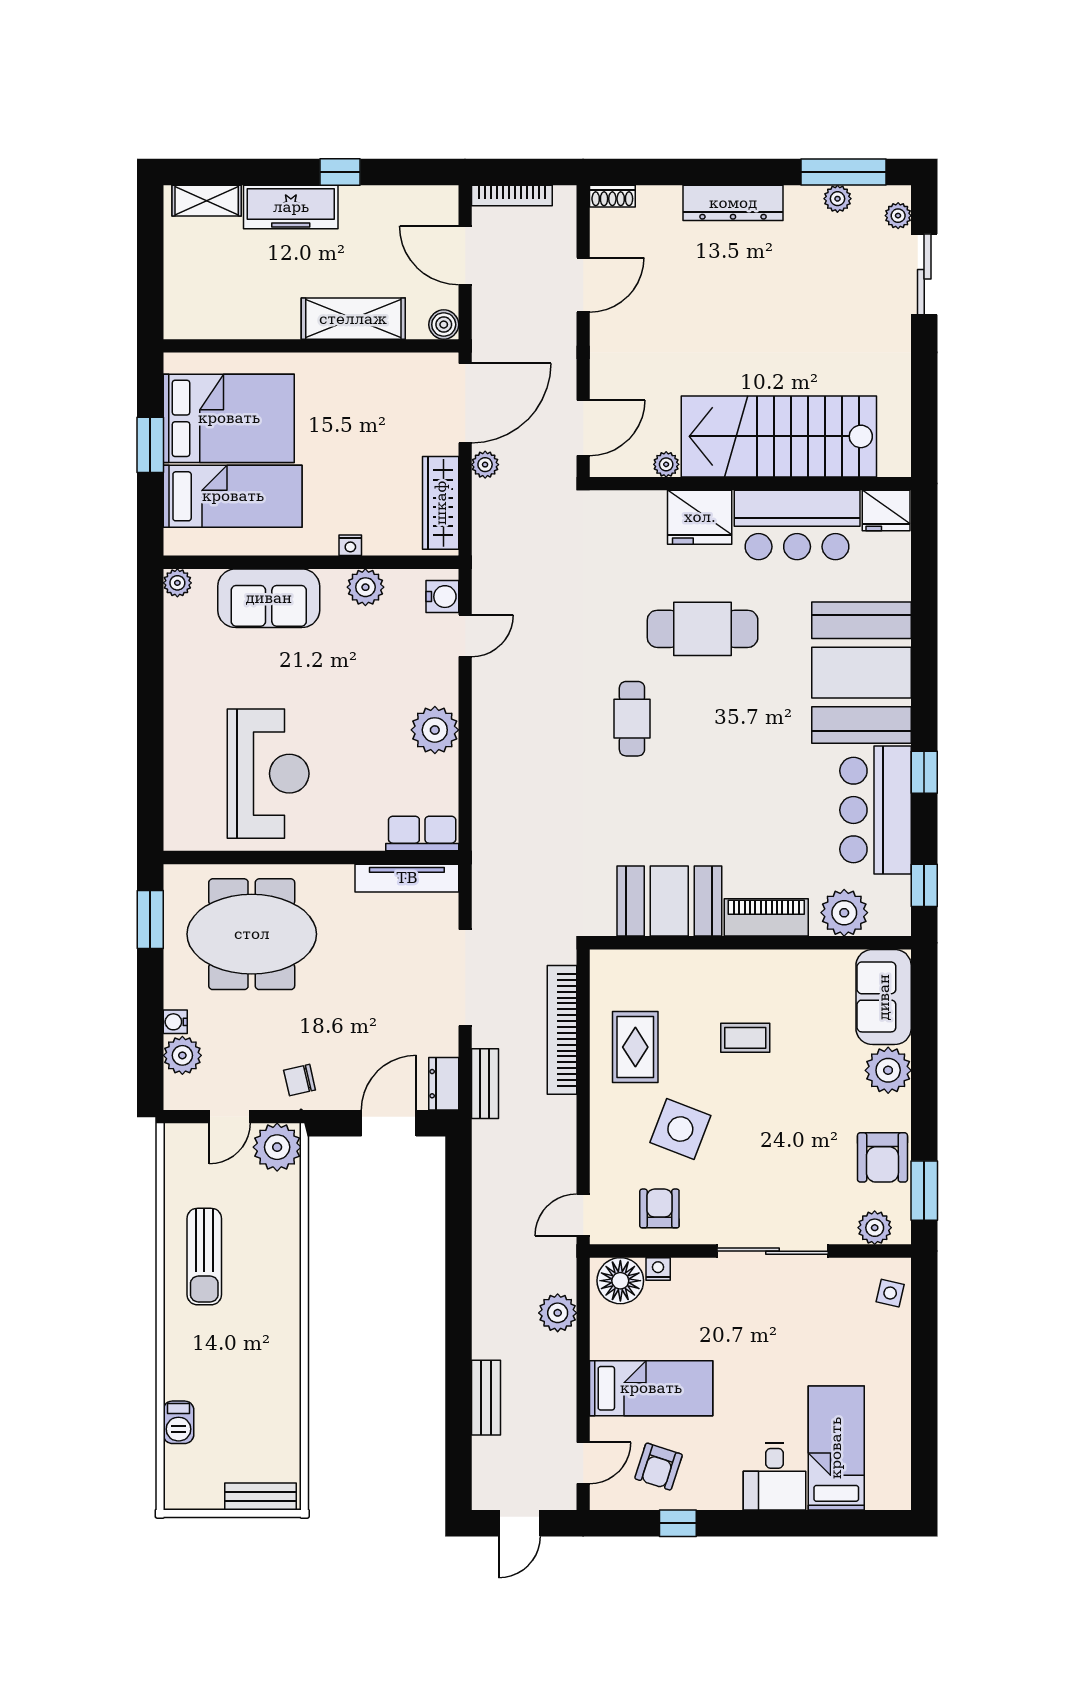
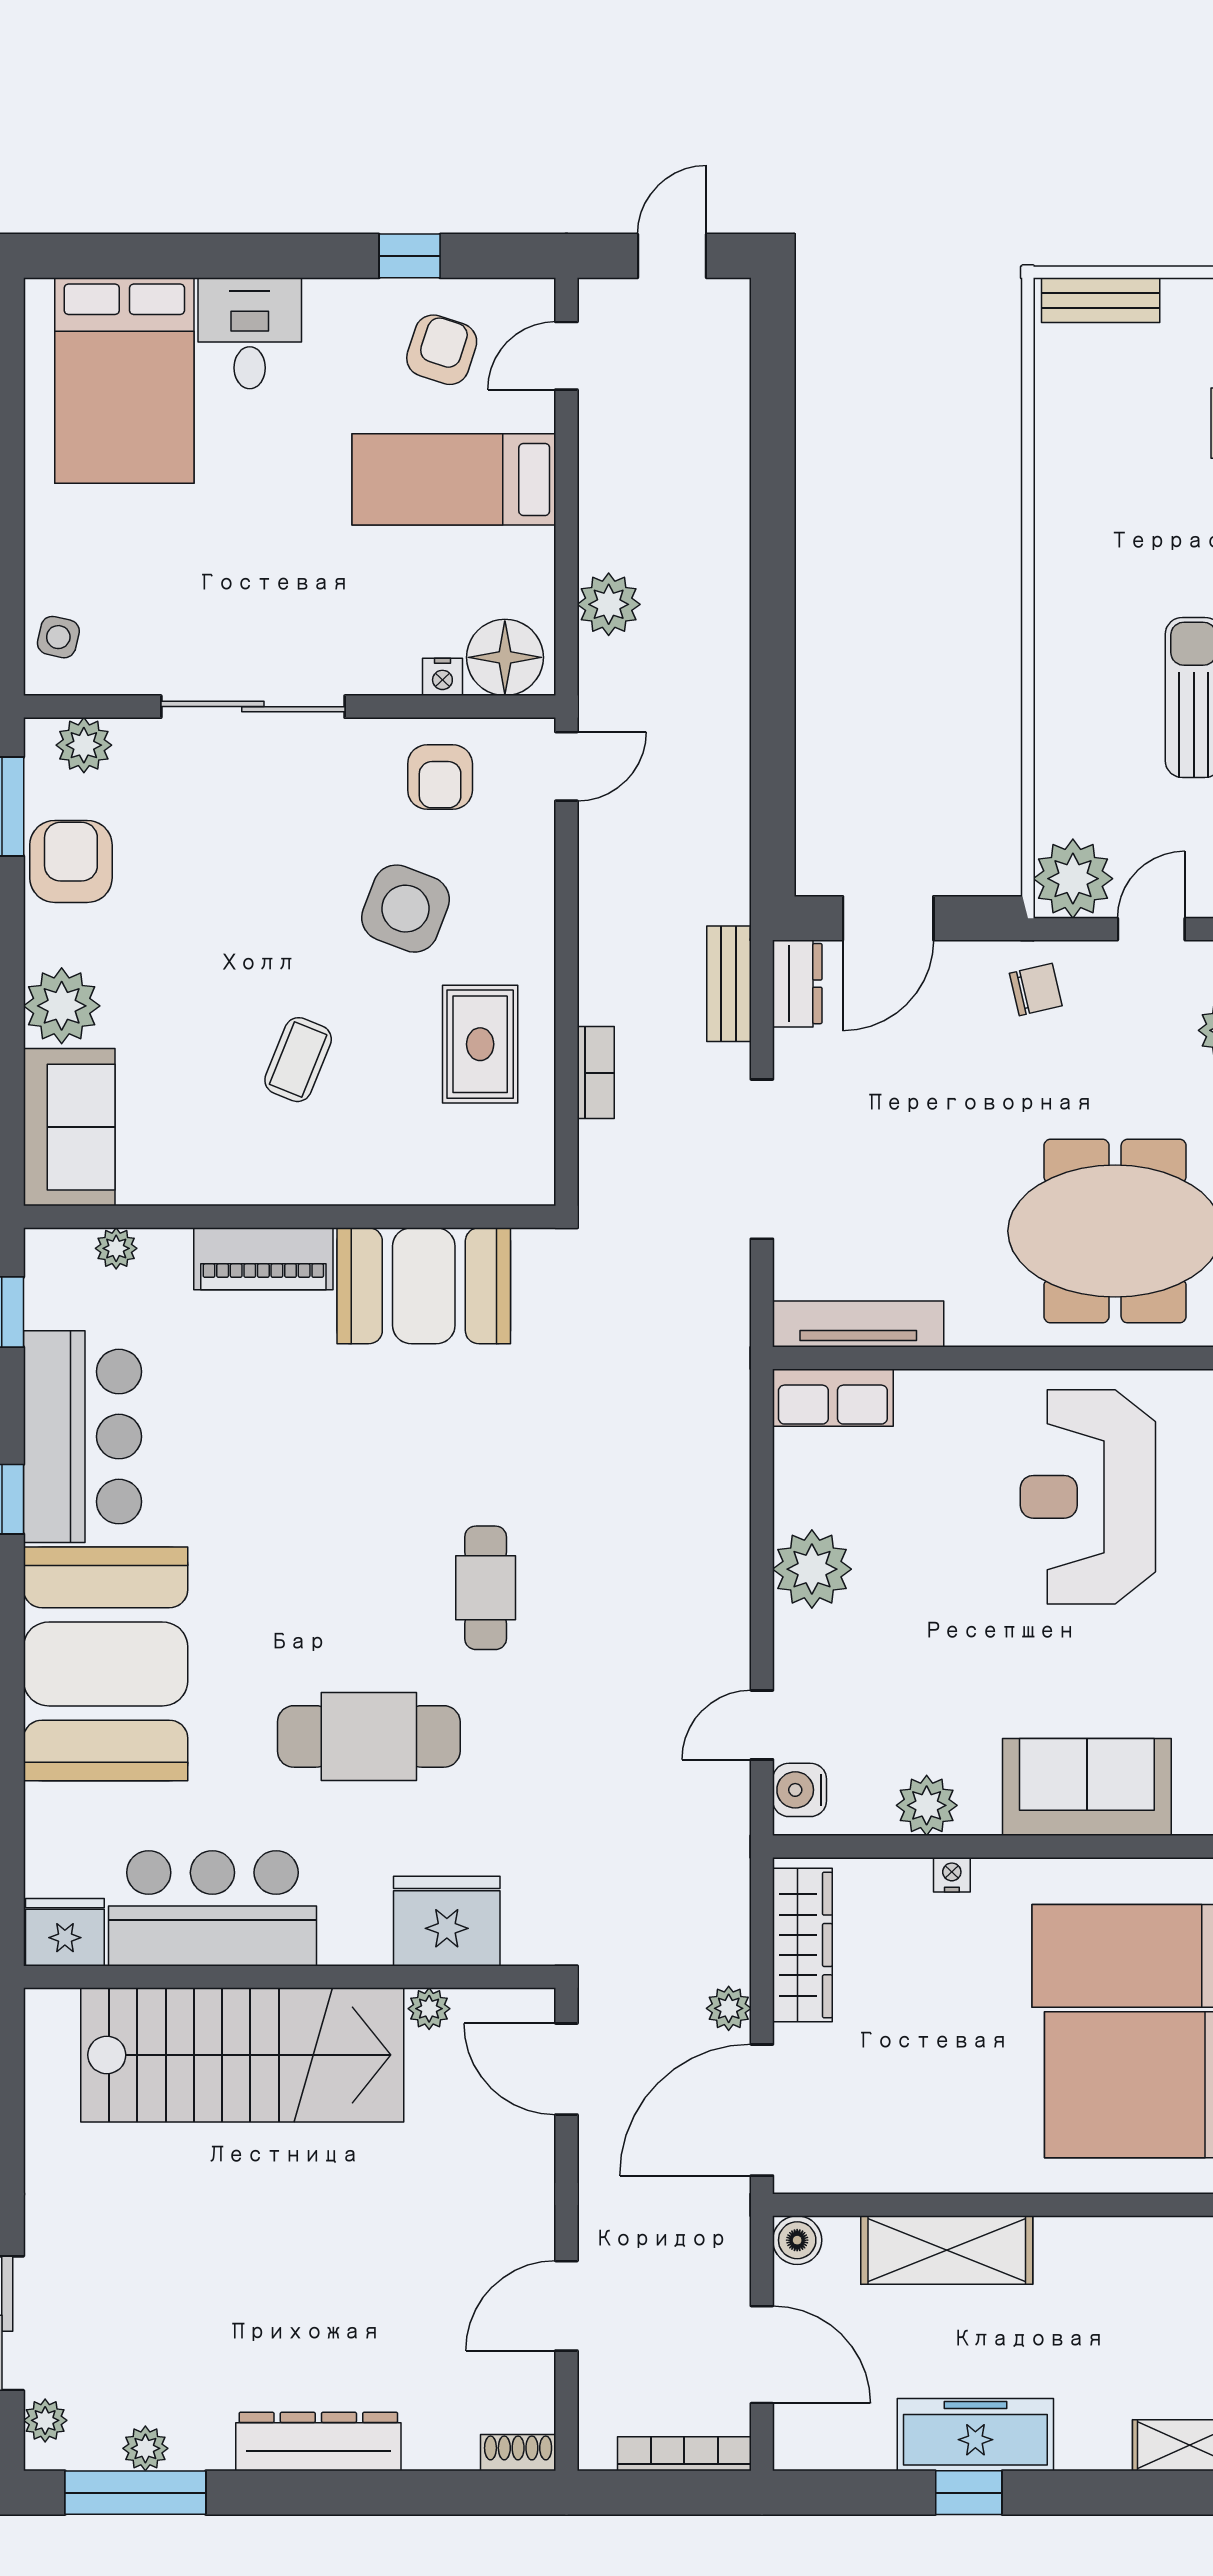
freezer: (291, 207) -> (975, 2435), moved
door: (583, 428) -> (566, 2069), hinge flipped
fridge: (700, 517) -> (447, 1921), moved
plant: (844, 913) -> (116, 1248), width x0.53, depth x0.53
bookcase: (562, 1030) -> (596, 1073), width x0.43, depth x0.76
coffee table: (745, 1038) -> (298, 1060), turned -68
bench: (486, 1398) -> (727, 464), removed
bed: (836, 1448) -> (124, 380), width x1.50

